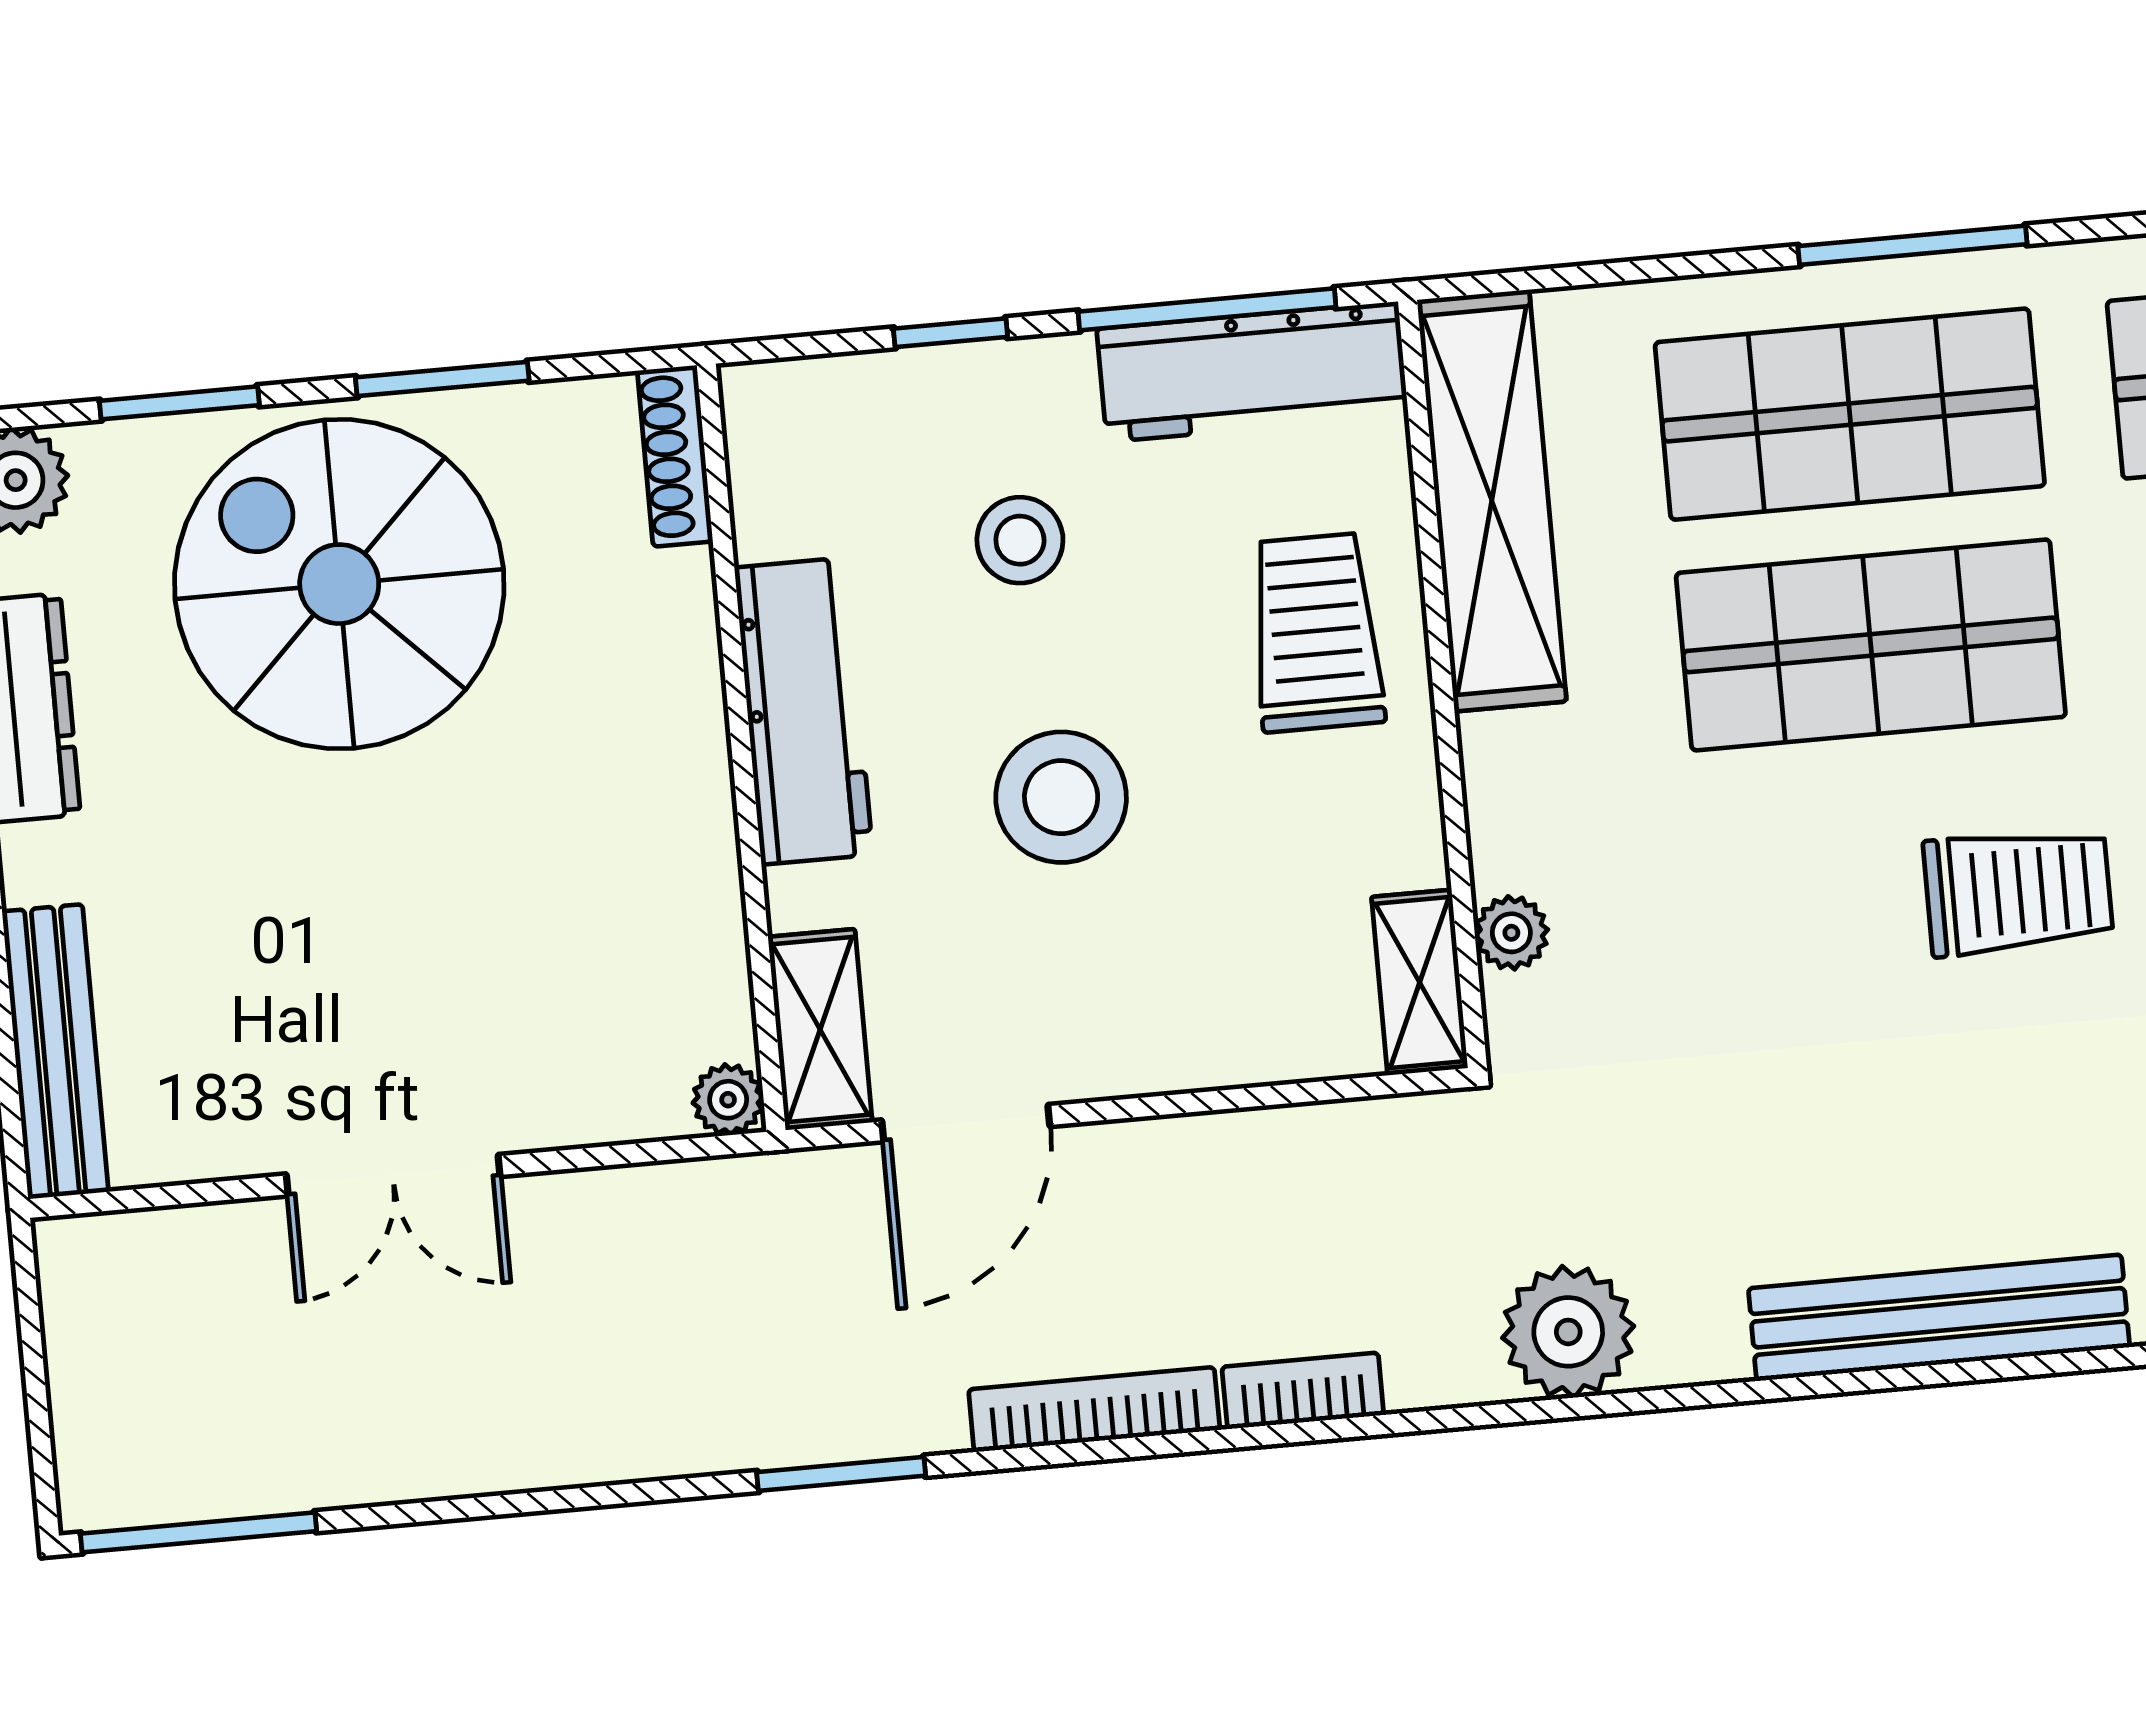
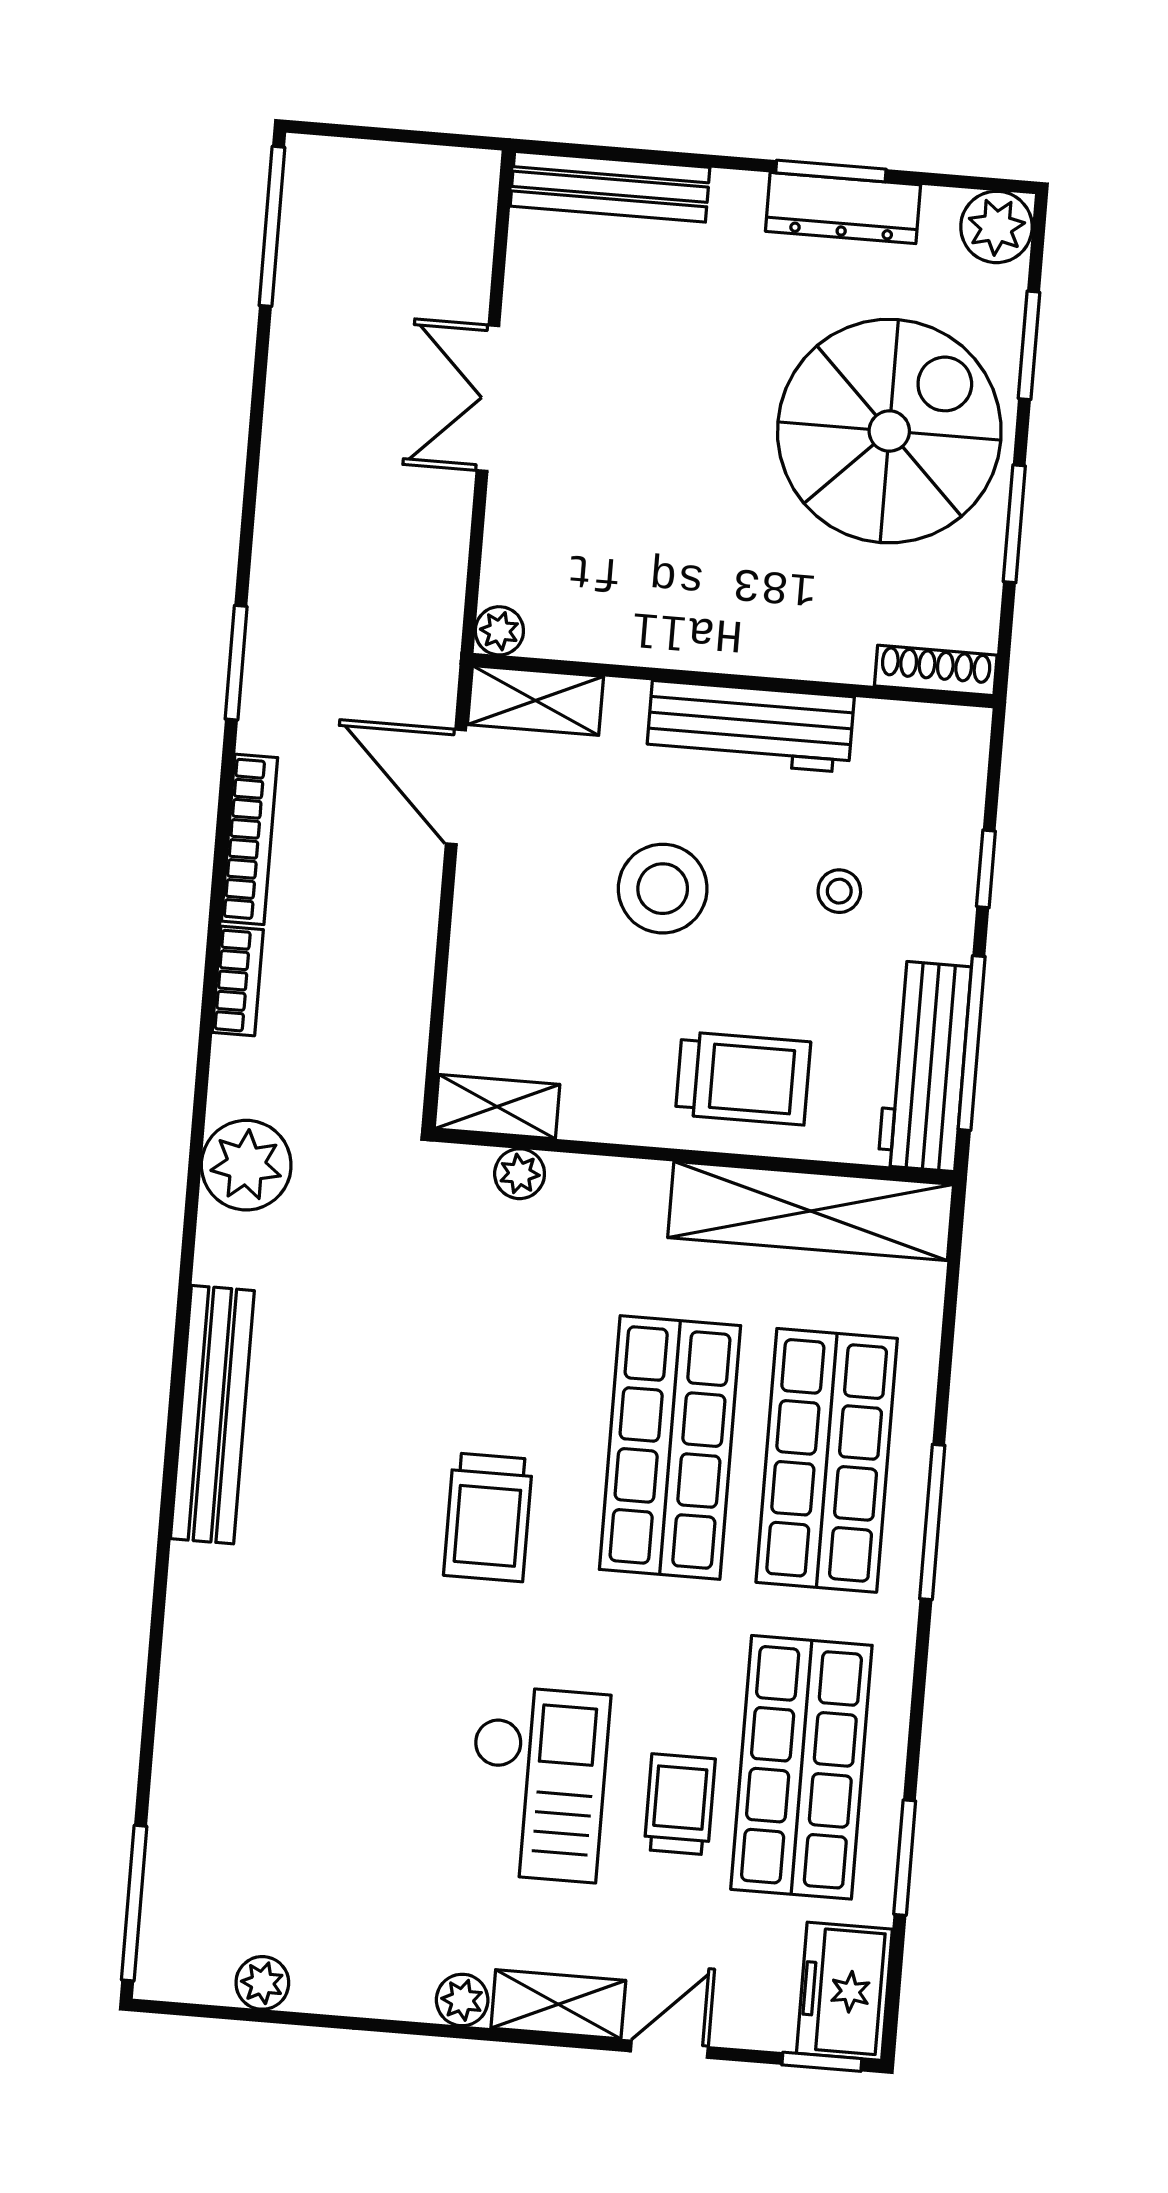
stool: (1020, 540) -> (839, 891), width x0.73, depth x0.73

